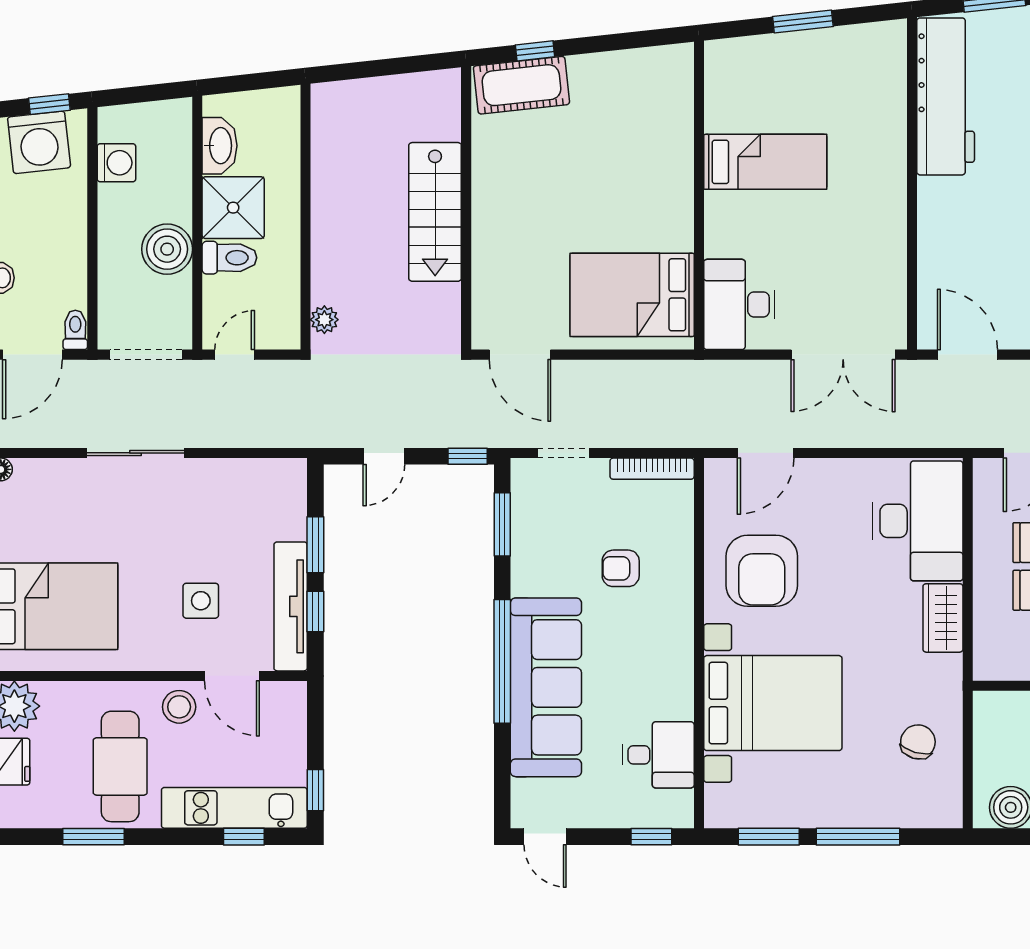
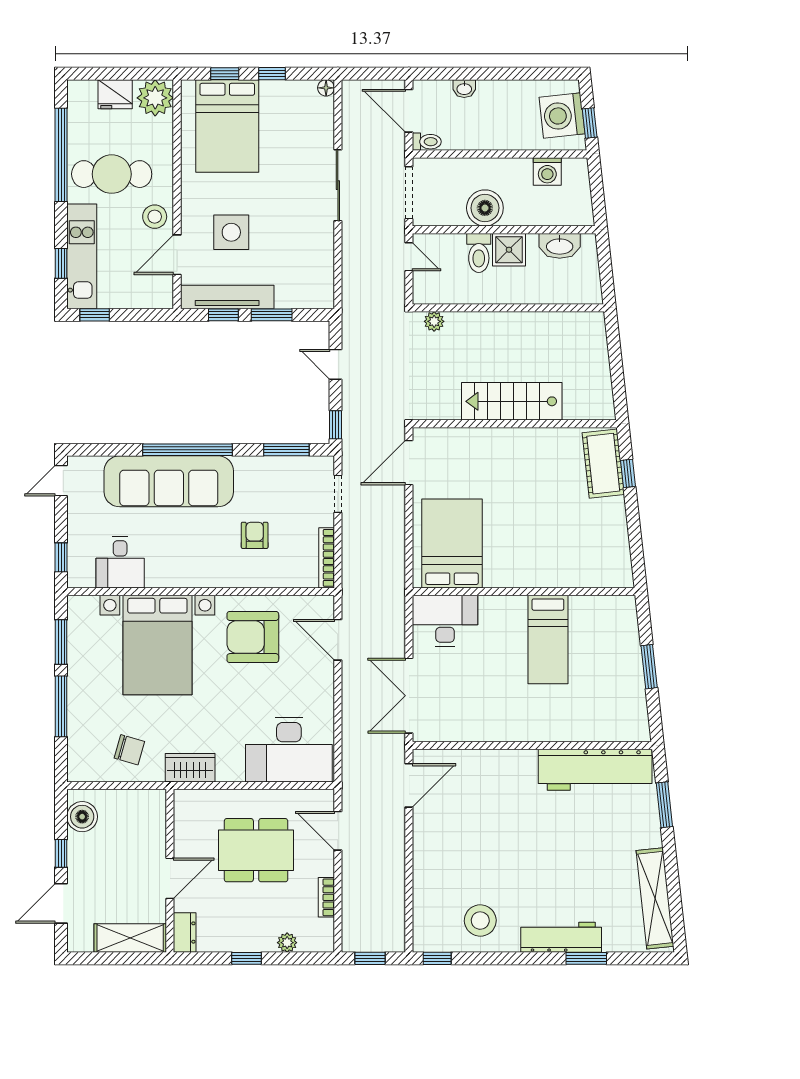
shower: (233, 208) -> (509, 250), width x0.73, depth x0.73
side table: (201, 601) -> (231, 232), width x1.37, depth x1.37
wardrobe: (943, 618) -> (190, 768), moved
window: (94, 837) -> (61, 155), width x2.11

